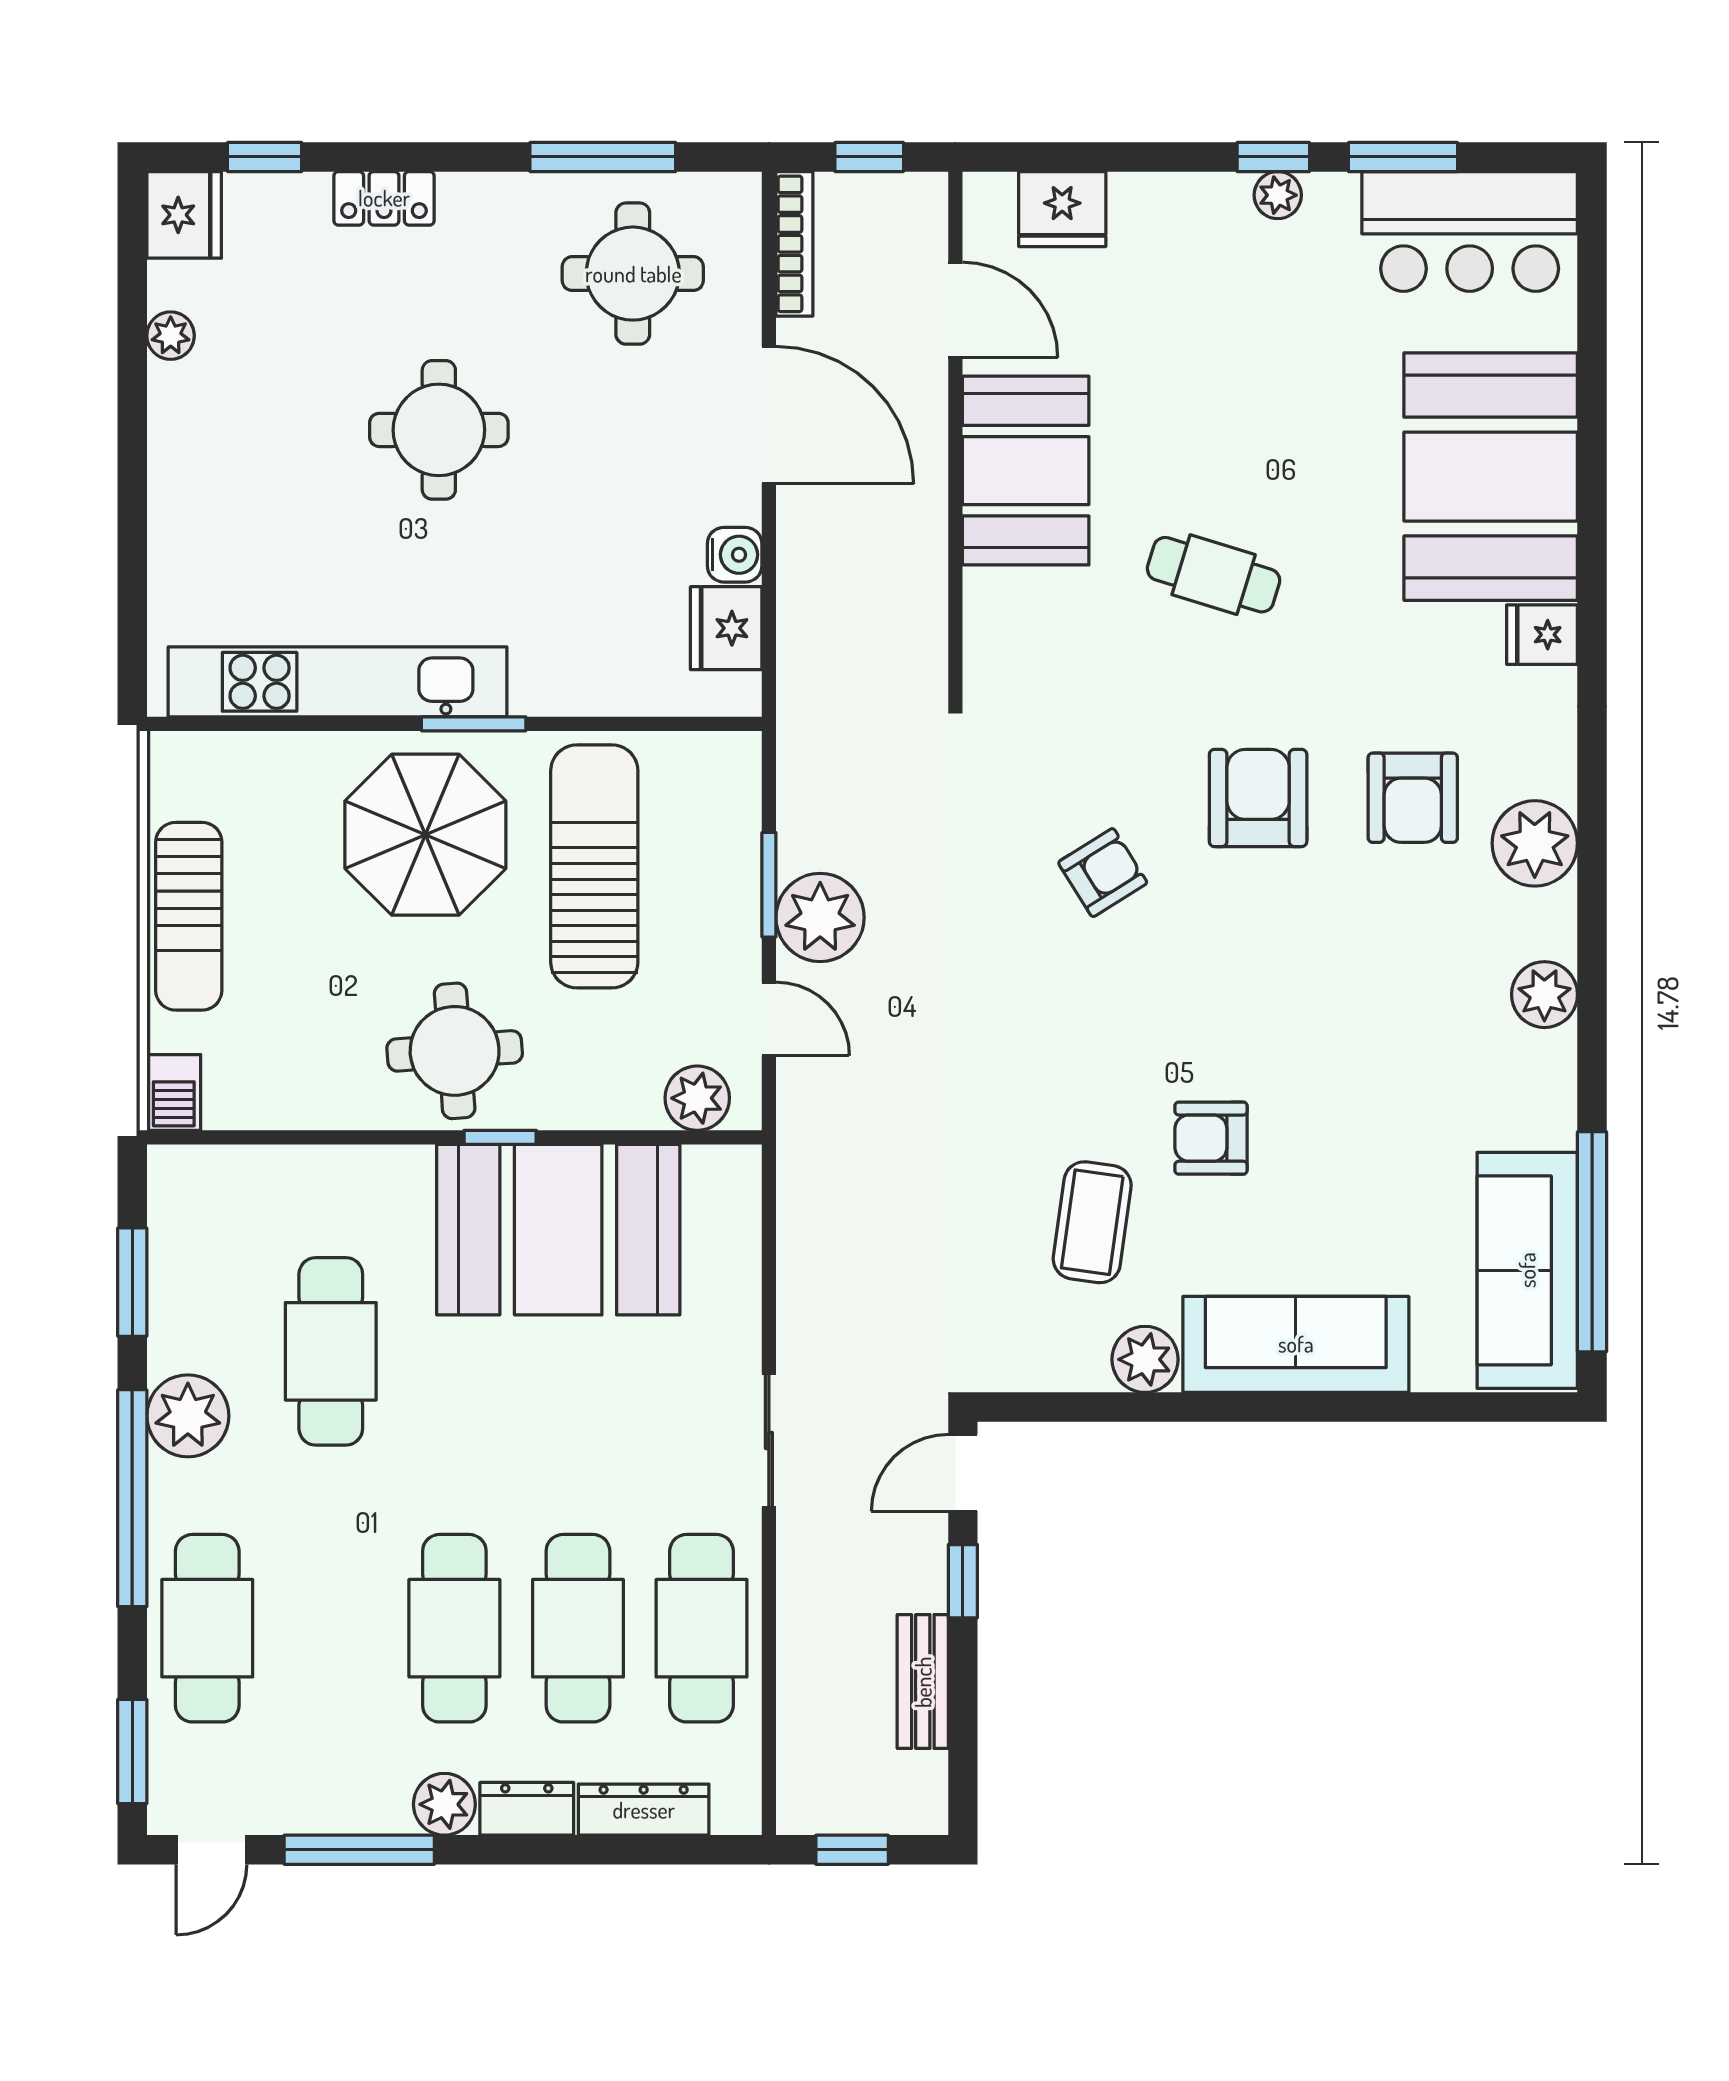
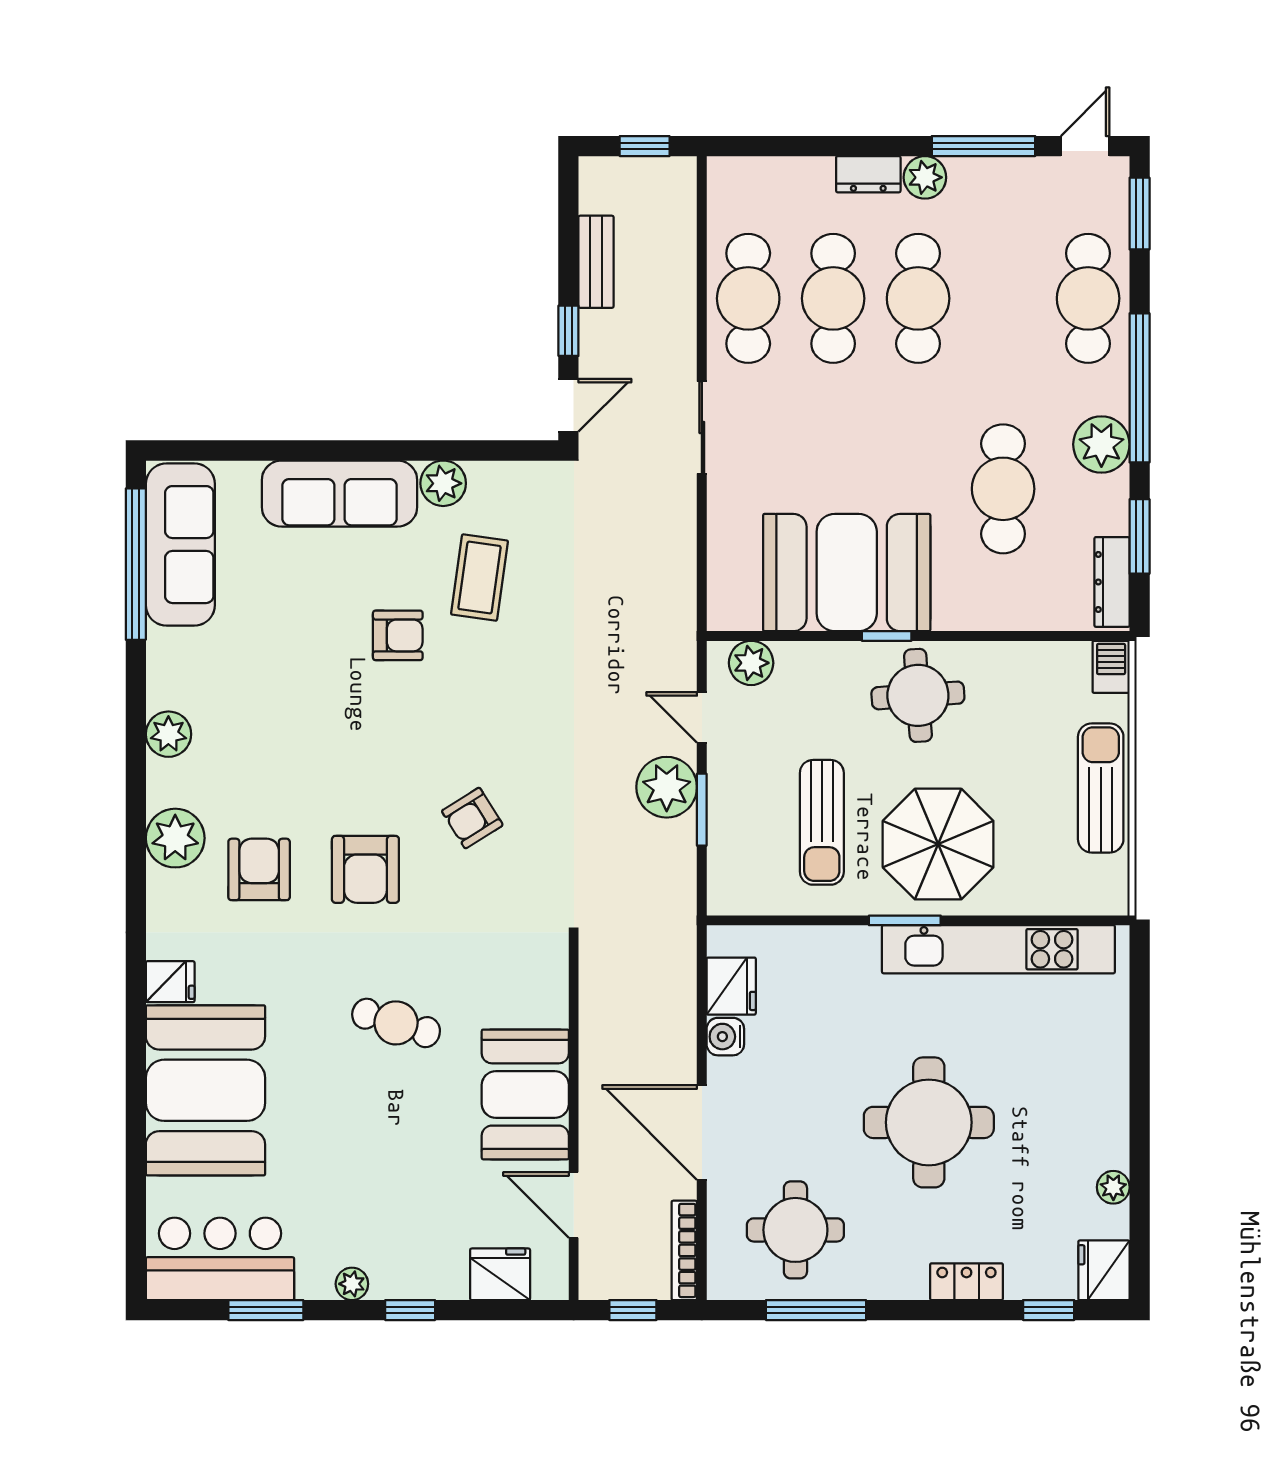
window: (1273, 157) -> (410, 1310), moved
round table: (439, 430) -> (929, 1122), width x1.36, depth x1.36
sun lounger: (594, 866) -> (822, 822), width x0.73, depth x0.75
dresser: (644, 1810) -> (1112, 582), moved, turned 90

